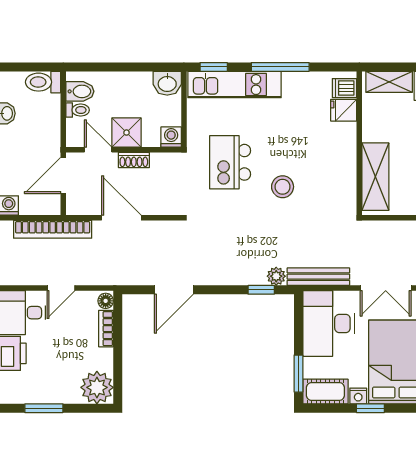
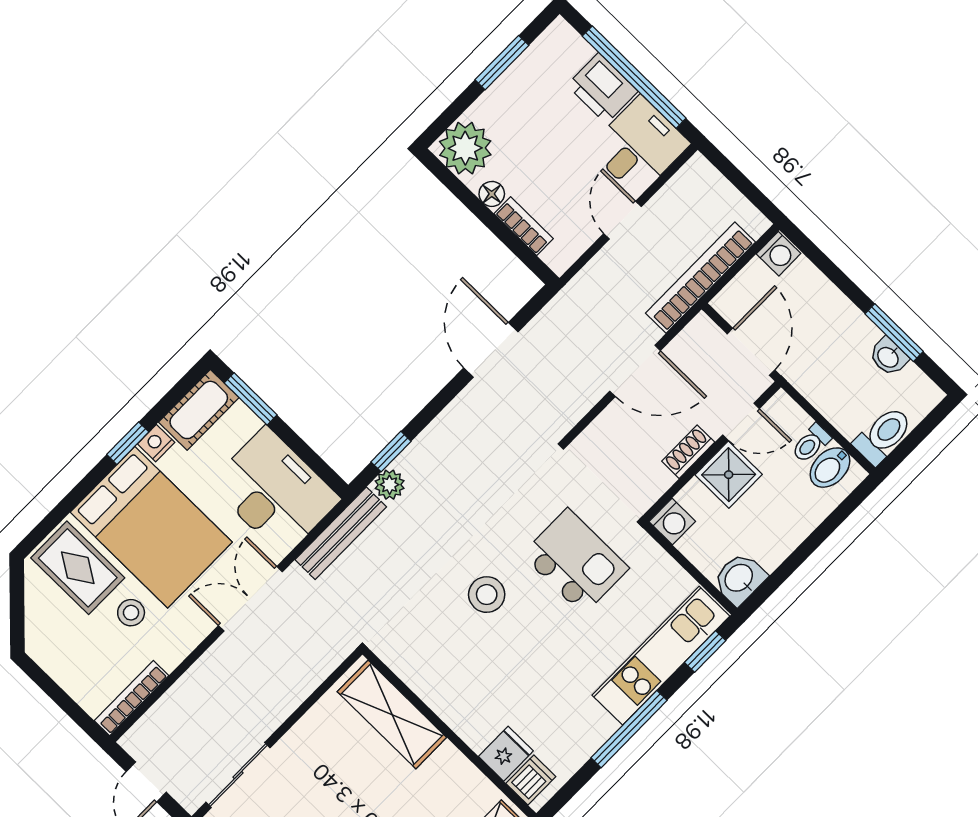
floor lamp: (106, 301) -> (492, 194), moved

